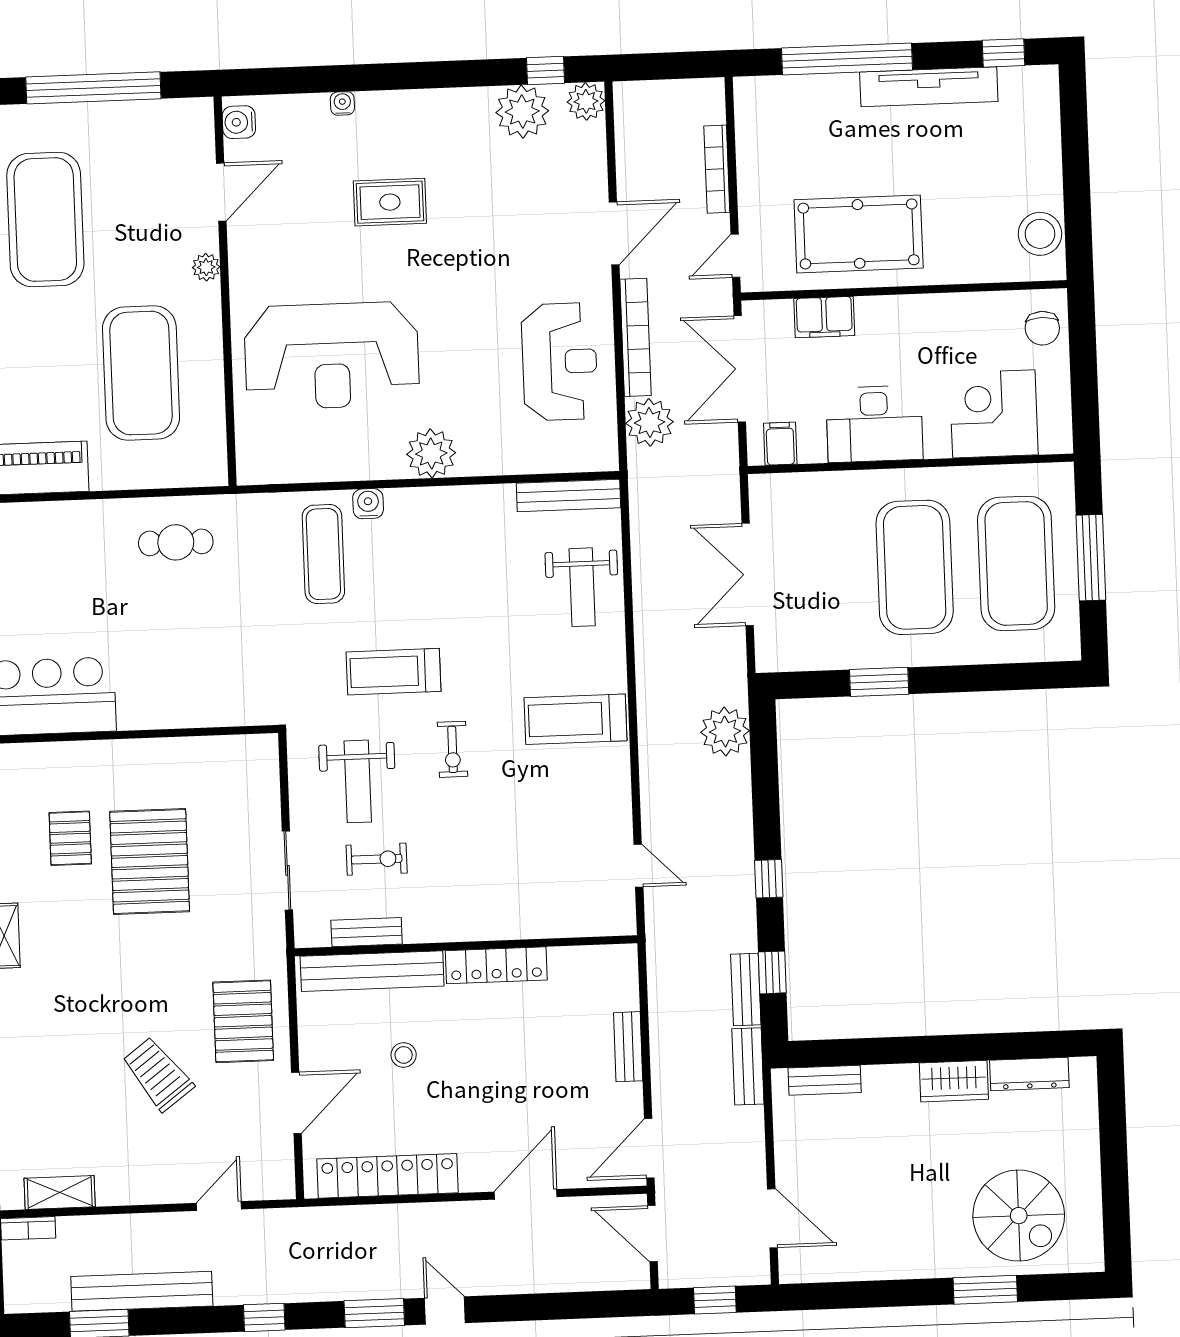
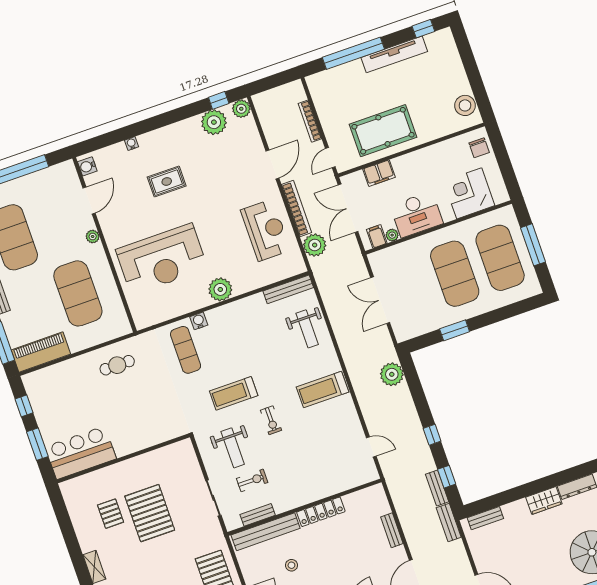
plant: (812, 451) -> (392, 235), added

